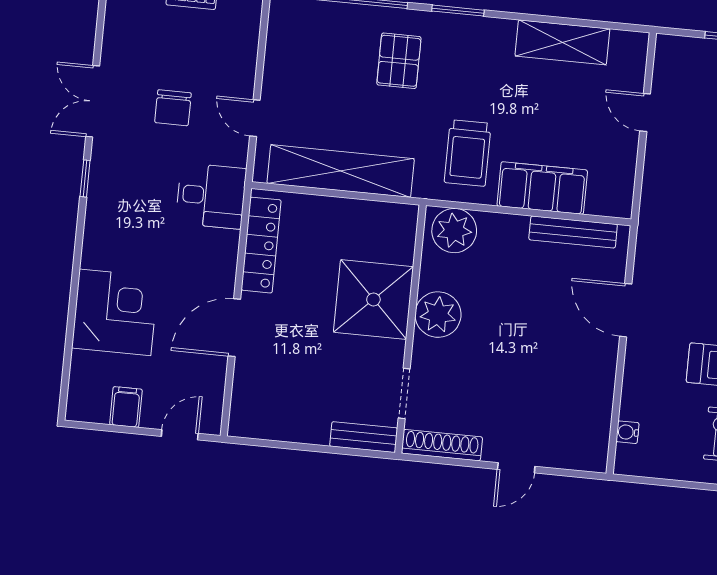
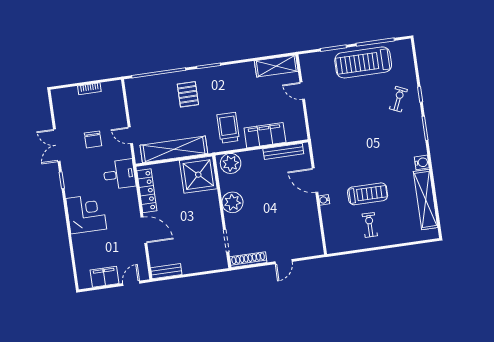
shelving: (562, 42) -> (276, 66), moved
trolley: (468, 153) -> (228, 128), turned 180
shower: (373, 299) -> (198, 175), moved
corner desk: (115, 312) -> (86, 214), moved
door: (234, 328) -> (144, 230), swing flipped
filing cabinet: (126, 407) -> (104, 277), width x2.00
water cooler: (627, 432) -> (324, 200), moved
bench: (364, 437) -> (166, 271), moved

